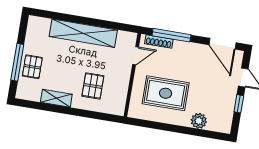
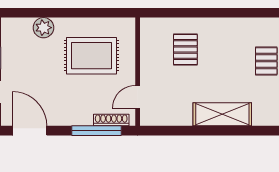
shelving: (83, 33) -> (222, 114), width x0.68
shelving: (56, 98) -> (229, 26), removed

